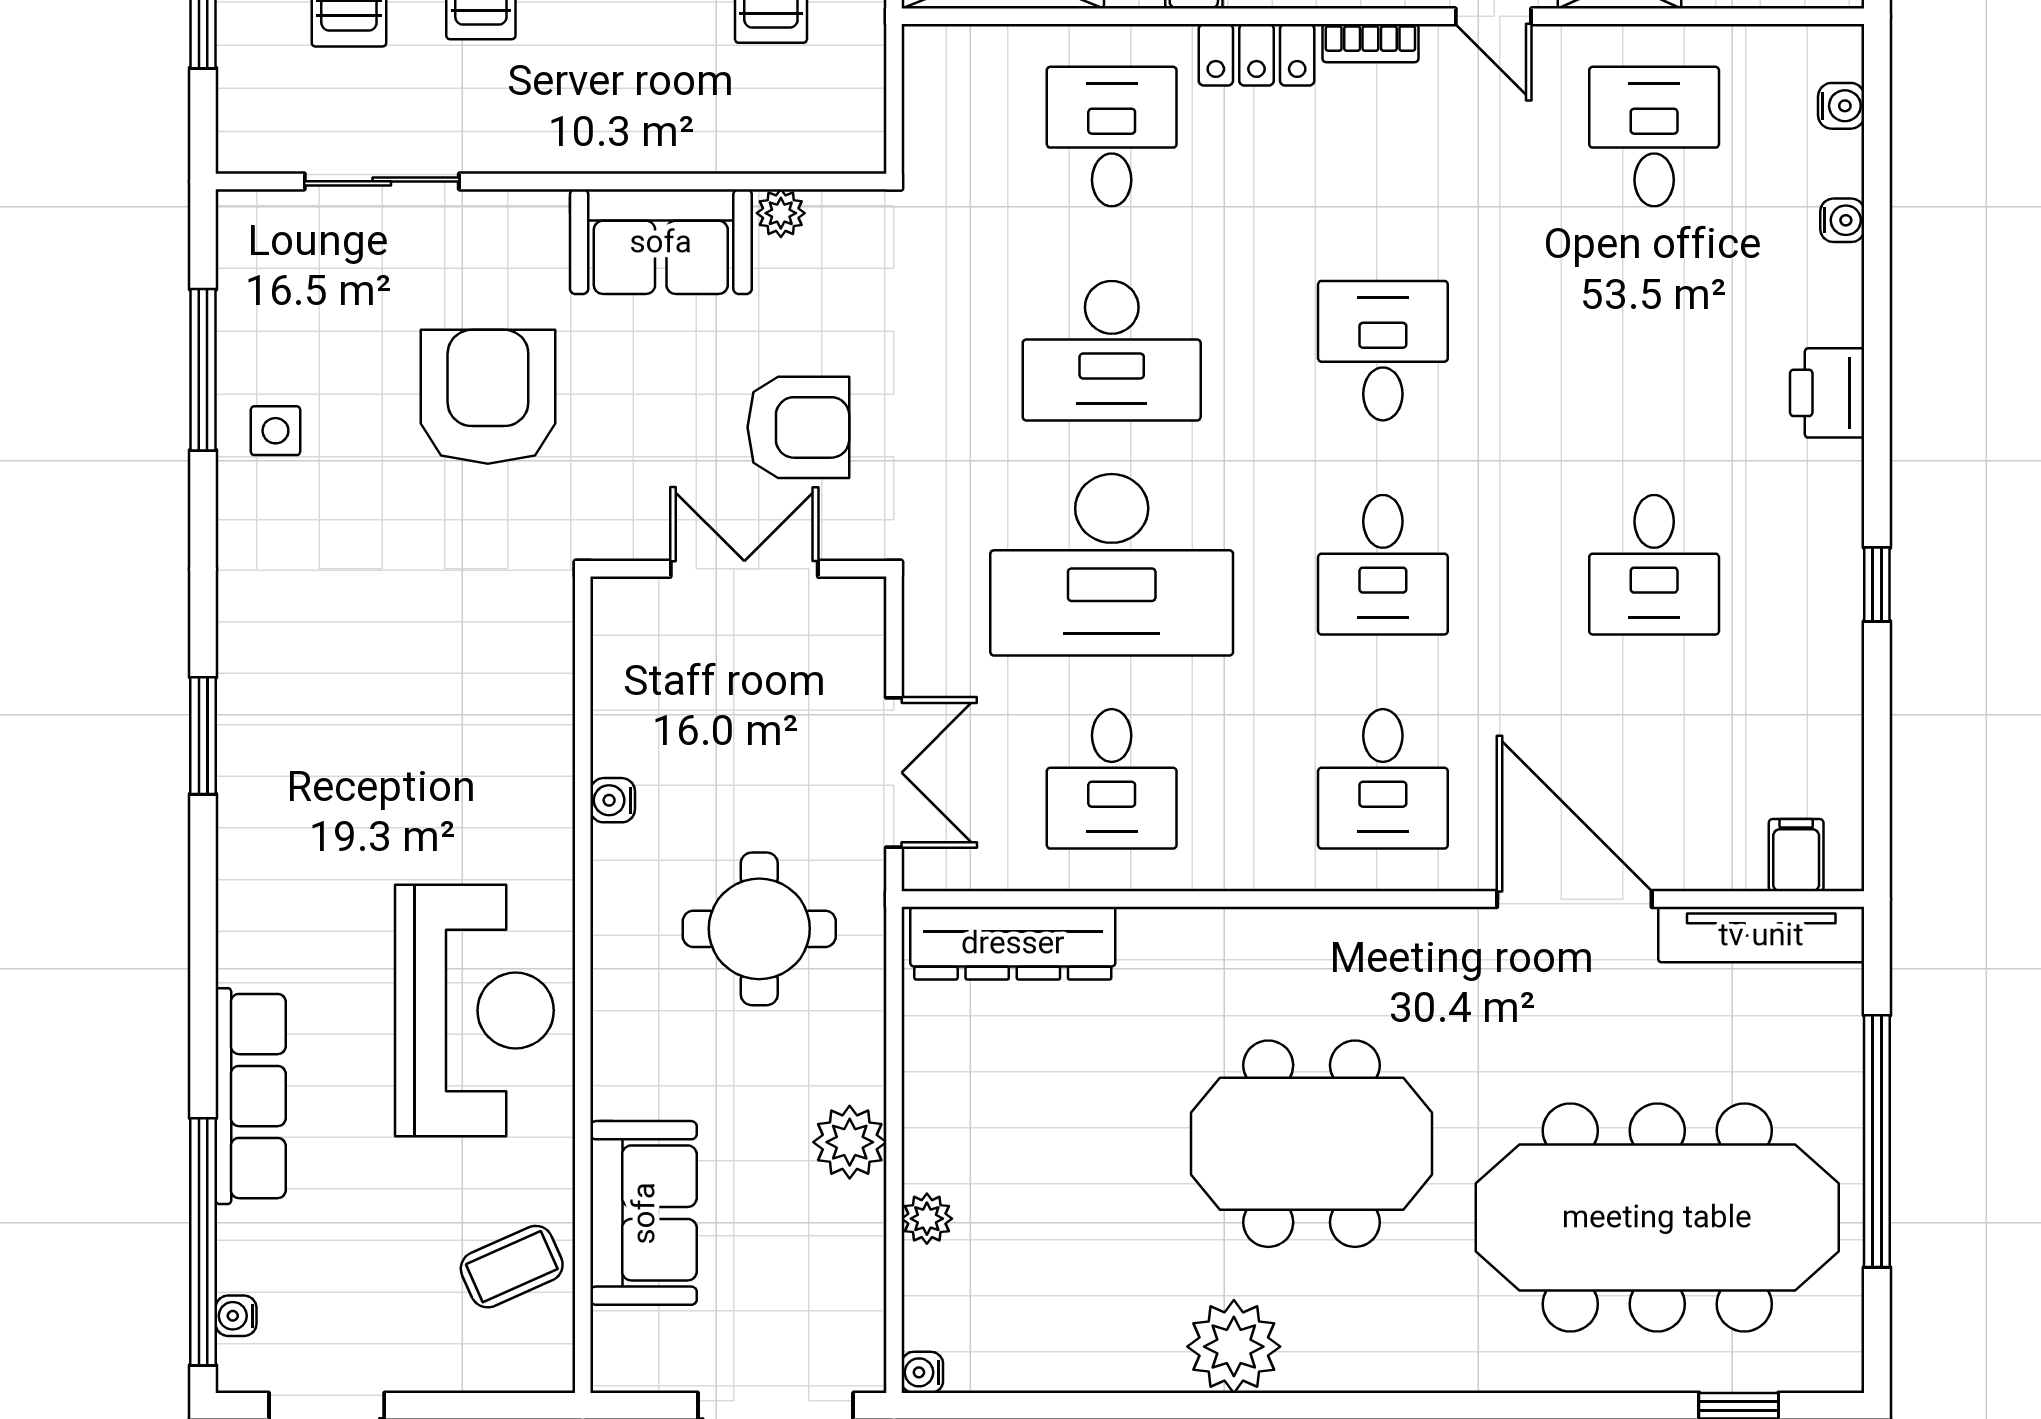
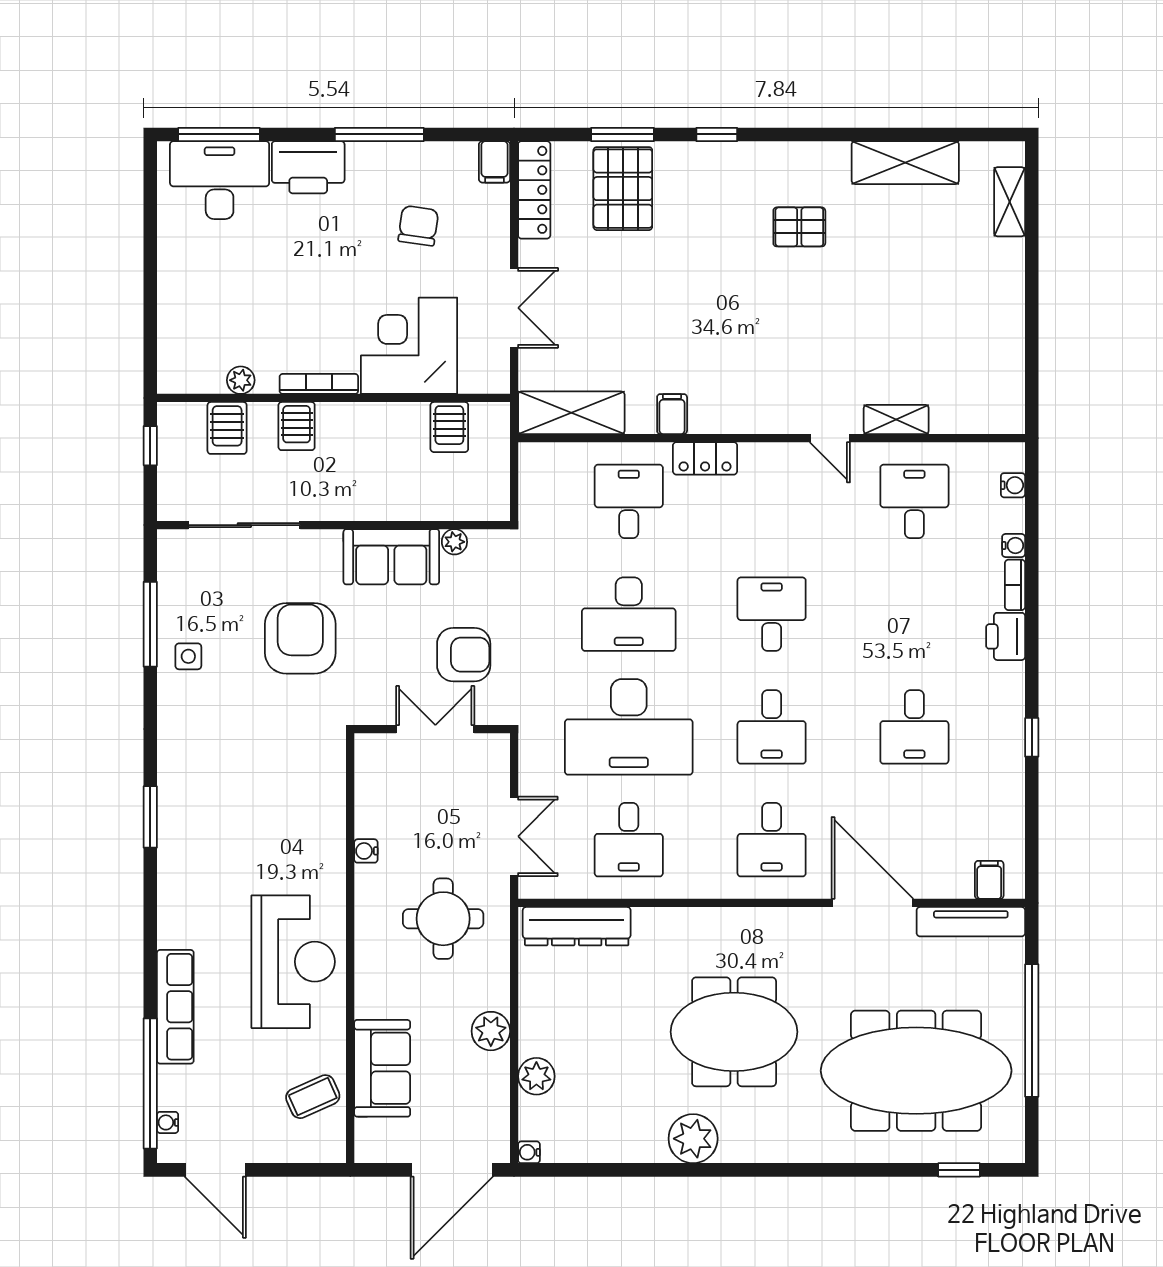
bookcase: (1370, 43) -> (1015, 585), moved, turned 90
sliding door: (382, 181) -> (244, 525), width x1.37
plant: (927, 1219) -> (536, 1076), width x1.38, depth x1.38

